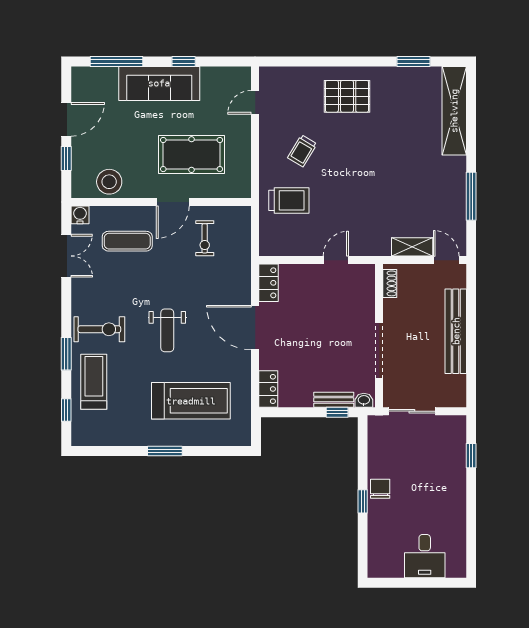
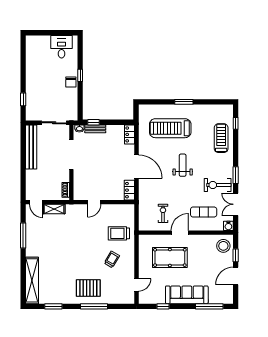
window: (184, 61) -> (163, 306), moved
window: (336, 61) -> (94, 306), added
stool: (109, 182) -> (223, 246), moved
exercise bike: (99, 329) -> (218, 185), moved
bench: (456, 331) -> (31, 147), moved
window: (66, 354) -> (236, 175), moved
treadmill: (94, 382) -> (221, 138), turned 180
desk: (425, 556) -> (62, 47), moved

